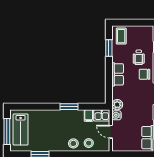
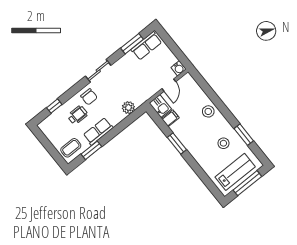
row of seats: (118, 74) -> (98, 131), moved
plant: (117, 105) -> (128, 108), moved
water cooler: (117, 115) -> (179, 68), moved
stool: (89, 143) -> (223, 143), moved

